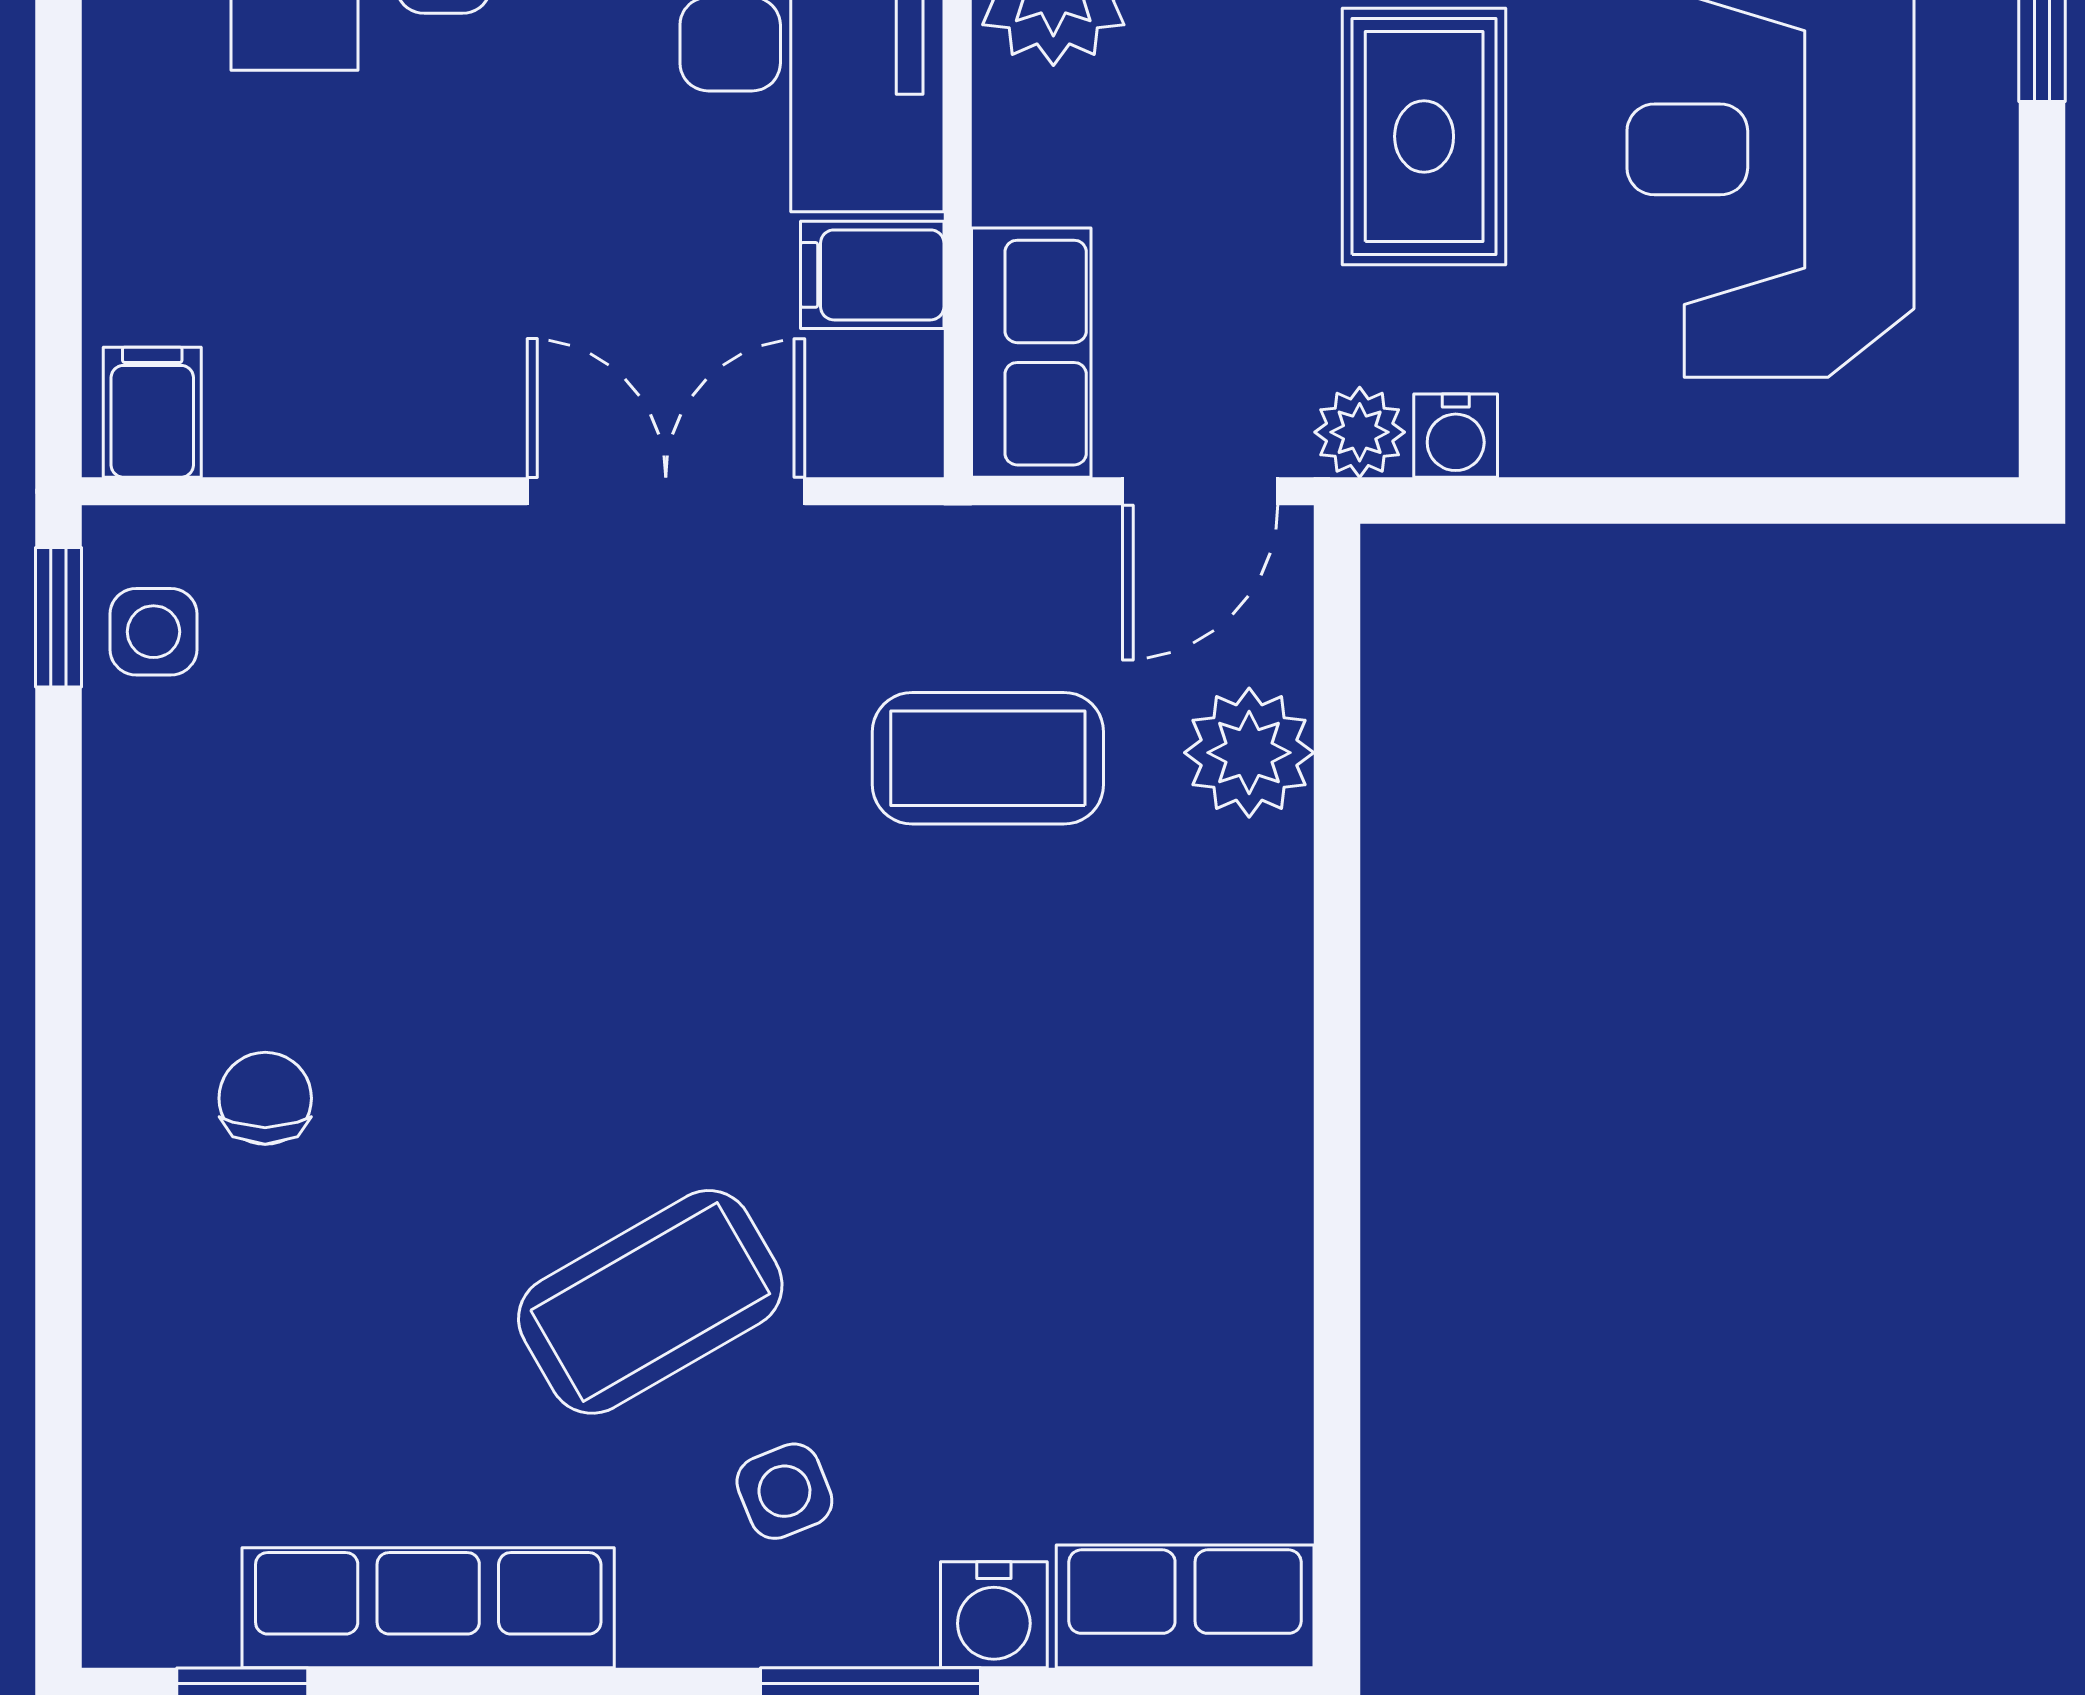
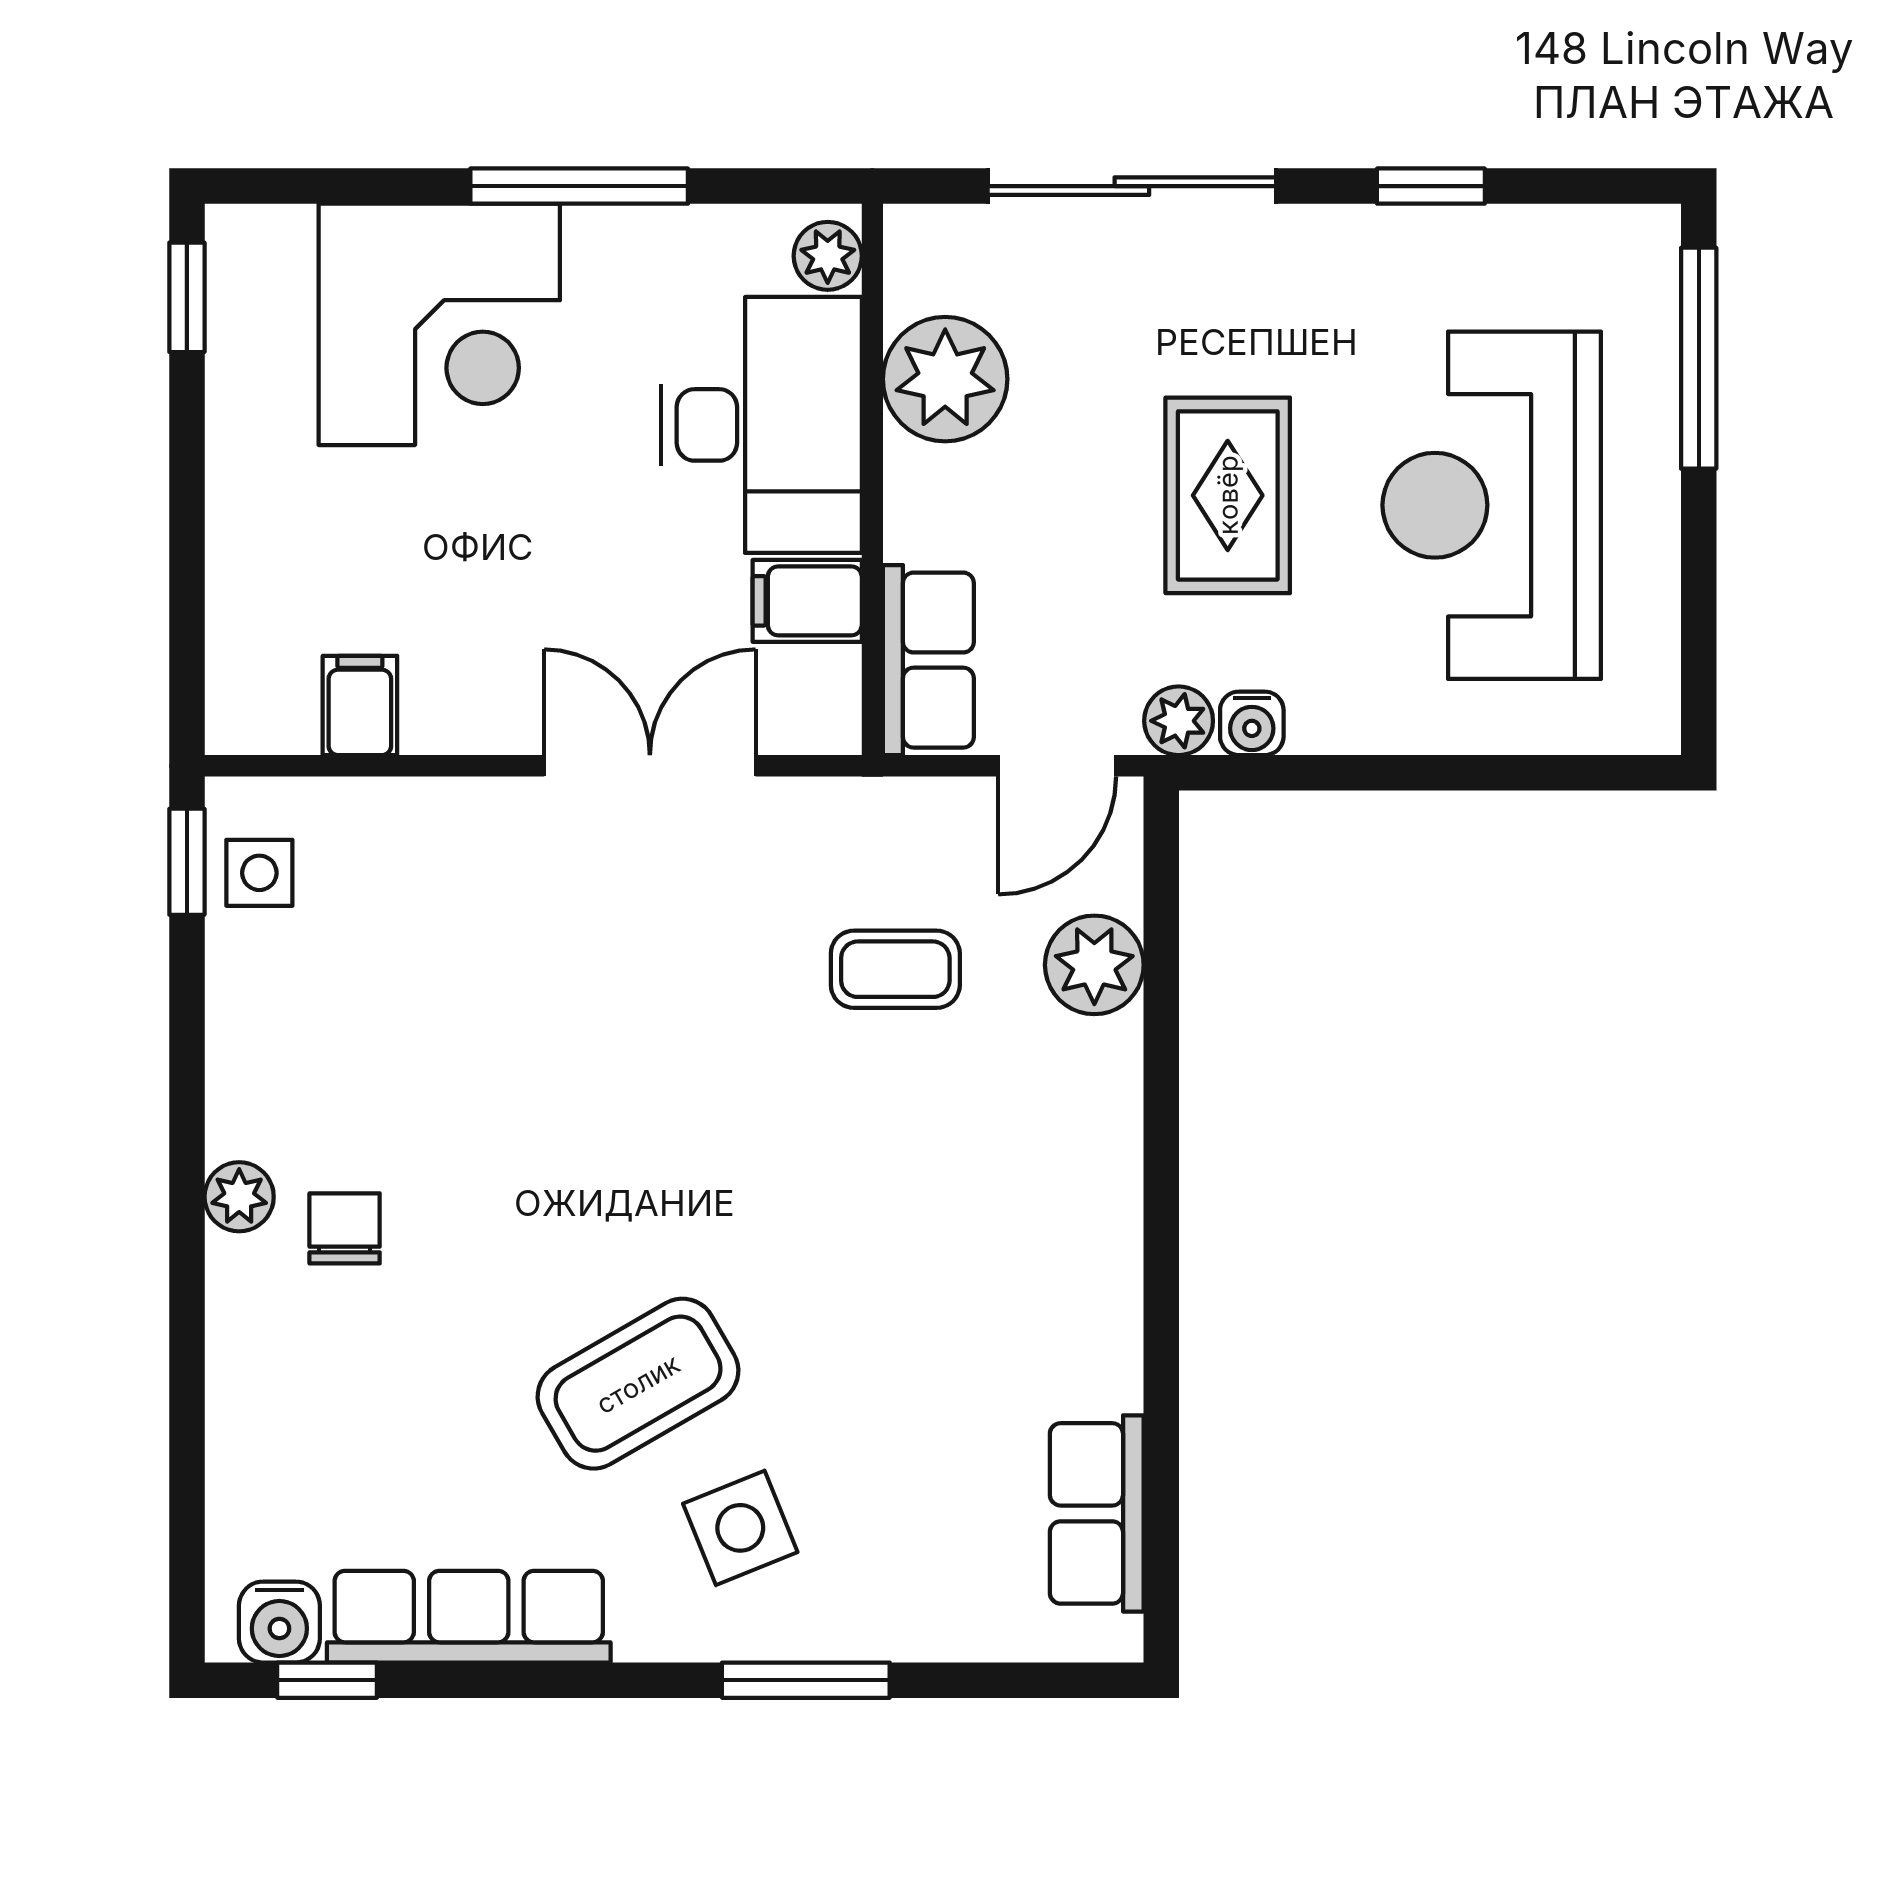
filing cabinet: (152, 412) -> (360, 705), moved
coffee table: (988, 758) -> (895, 969), width x0.73, depth x0.77
plant: (127, 1057) -> (239, 1197), added
side table: (784, 1491) -> (740, 1528), width x1.37, depth x1.37
row of seats: (1185, 1606) -> (1097, 1513), moved, turned -90
water cooler: (994, 1615) -> (279, 1622), moved

